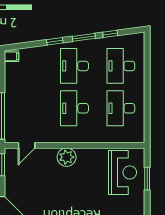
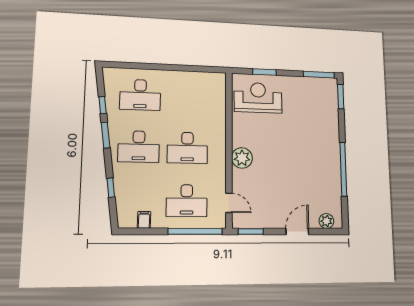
window: (55, 41) -> (111, 188), moved
filing cabinet: (12, 56) -> (144, 220), moved
desk: (121, 108) -> (187, 201), moved

